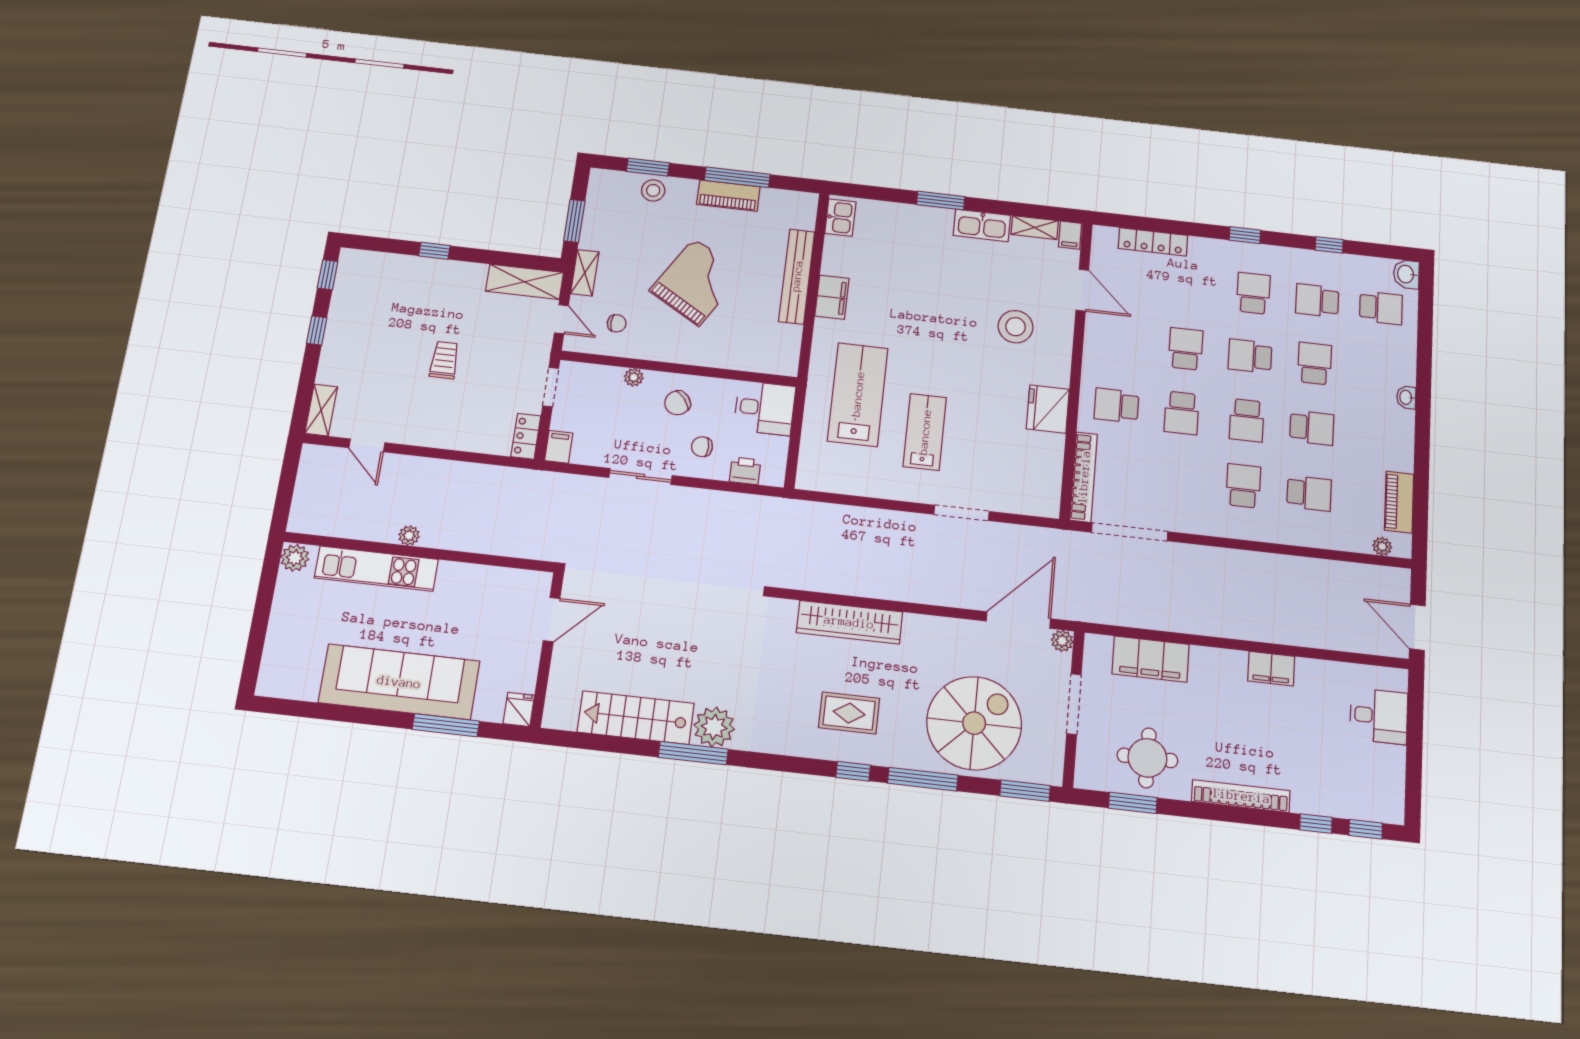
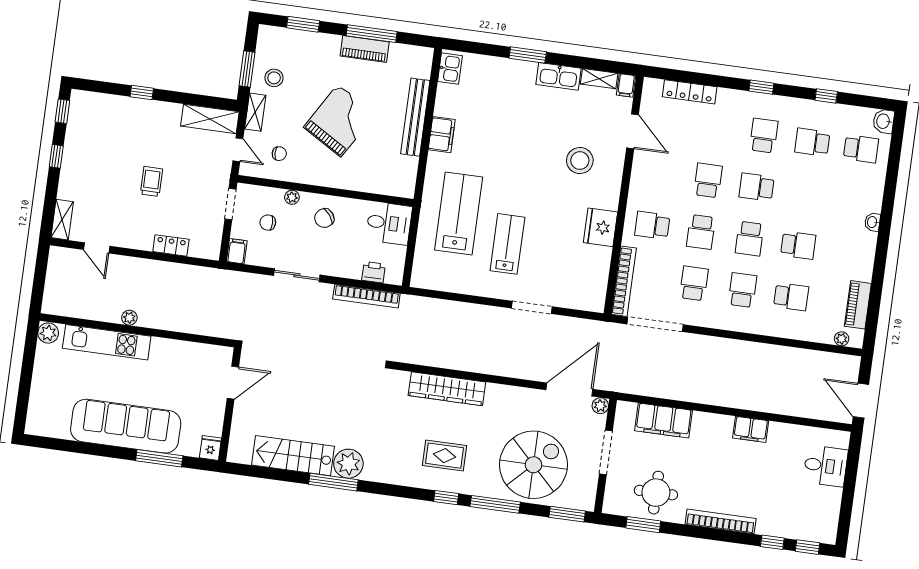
stool: (653, 190) -> (274, 78), moved
school desk: (1314, 363) -> (694, 283), moved
locker: (526, 436) -> (171, 245), moved, turned 90
chair: (702, 447) -> (268, 223), moved
bookcase: (736, 502) -> (366, 296), added

